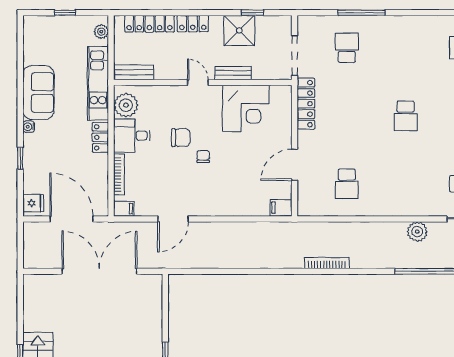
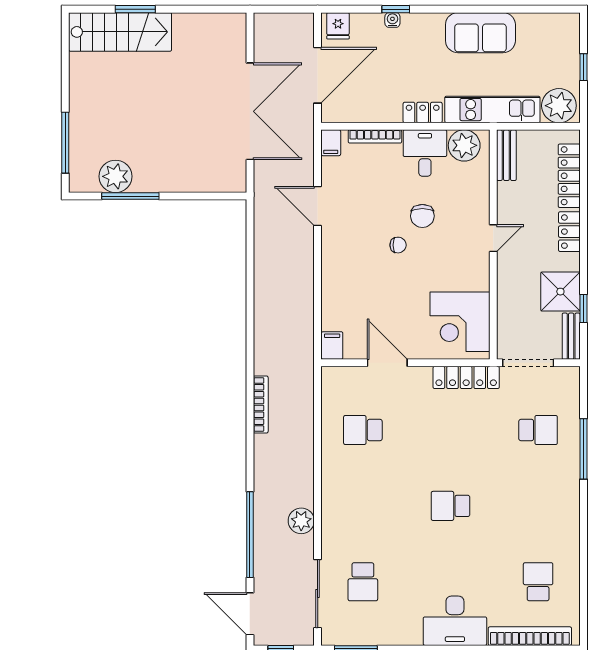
plant: (101, 32) -> (559, 106), width x1.88, depth x1.88
bench: (233, 73) -> (571, 336), moved
corner desk: (246, 108) -> (460, 322), moved
water cooler: (29, 127) -> (392, 20), moved

